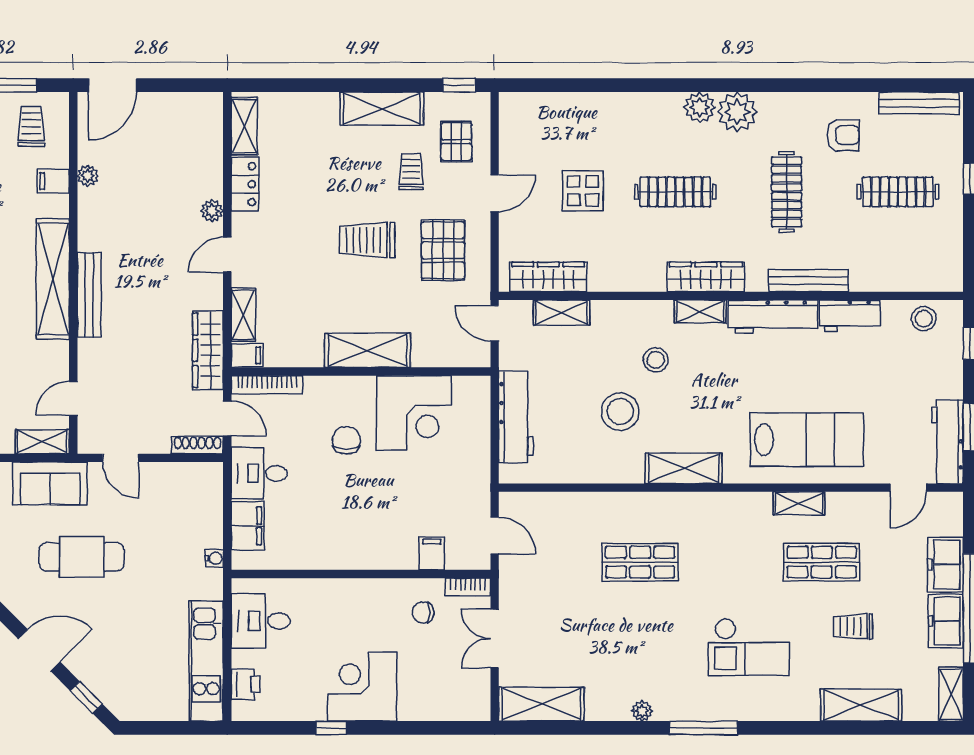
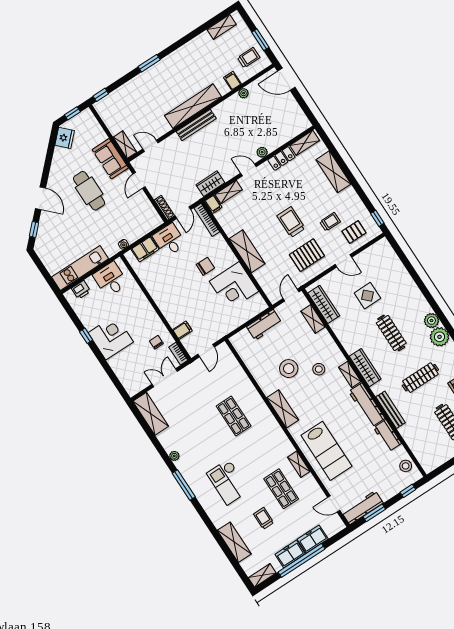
shelving: (382, 109) -> (333, 172), moved
wardrobe: (208, 350) -> (210, 184), width x0.67
workbench: (516, 417) -> (264, 325), width x0.73

